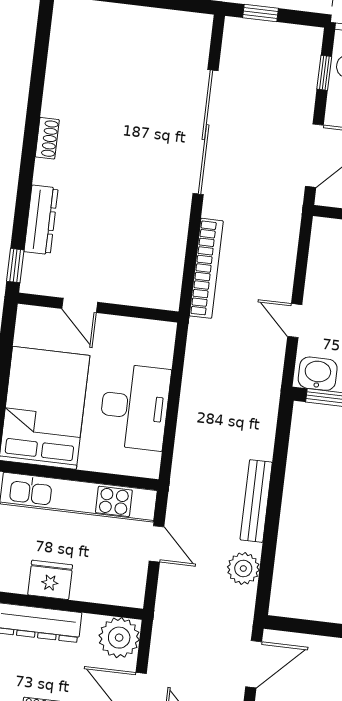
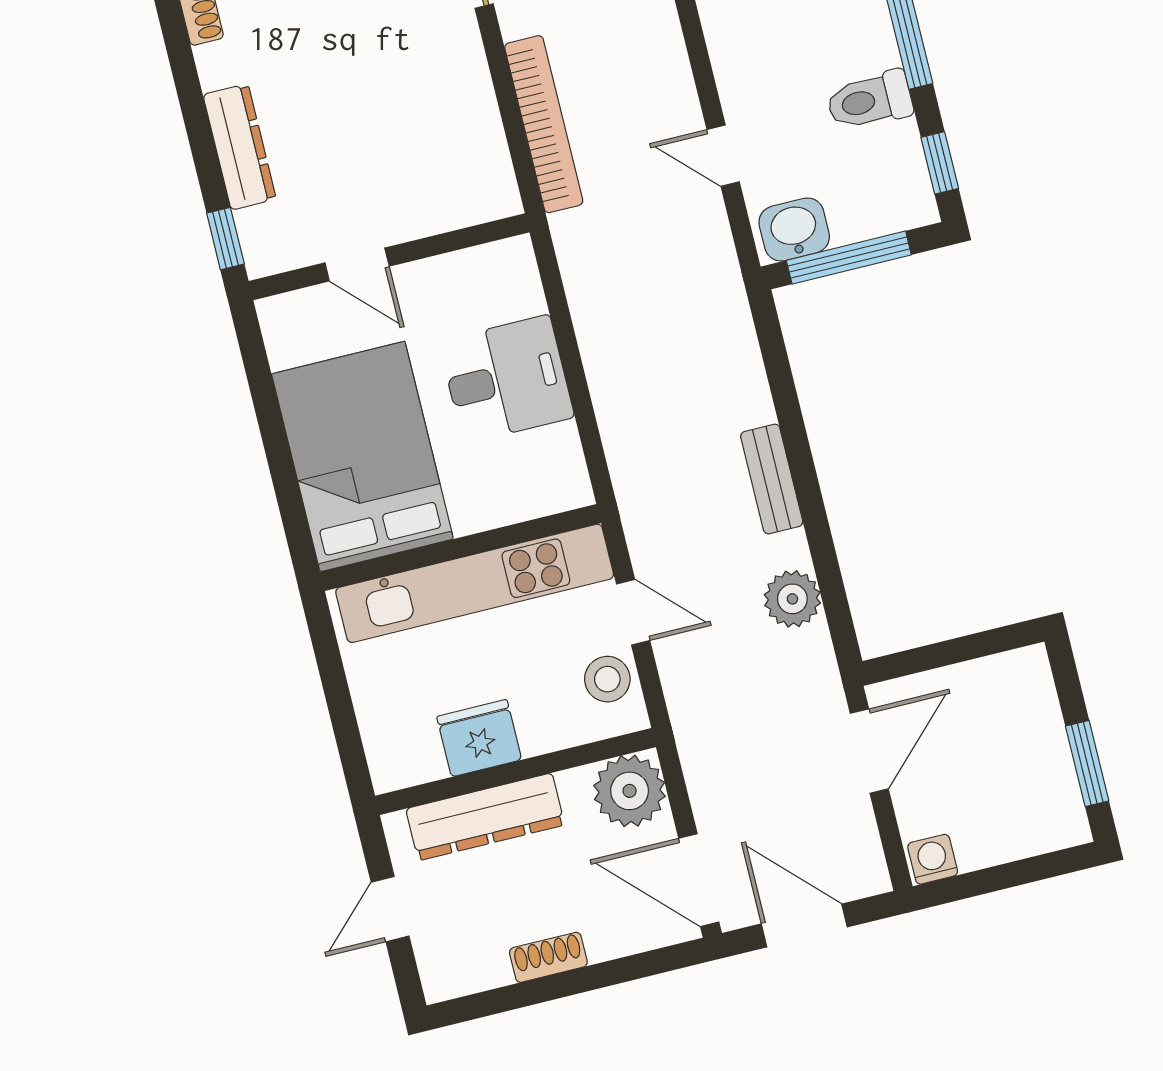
desk: (135, 407) -> (506, 379), width x0.73
bench: (256, 501) -> (772, 479), width x0.73
stool: (130, 574) -> (607, 679), added

